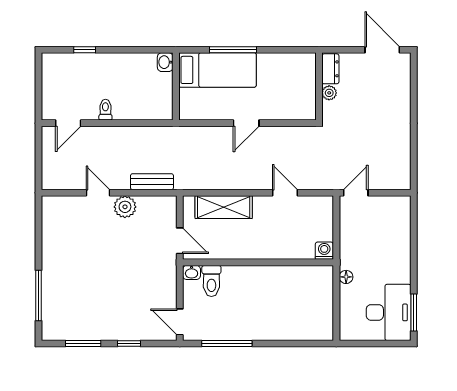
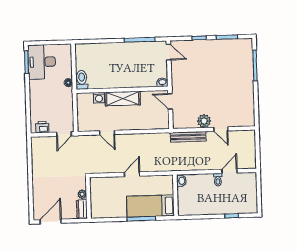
door: (382, 50) -> (51, 222), swing flipped
washbasin: (165, 62) -> (181, 181), moved
door: (68, 123) -> (230, 171), moved
bench: (152, 182) -> (188, 137), width x1.36
printer: (391, 205) -> (42, 127), added
shelving: (224, 207) -> (123, 99), moved
washing machine: (324, 251) -> (99, 98), moved
toilet: (211, 281) -> (82, 80), moved

